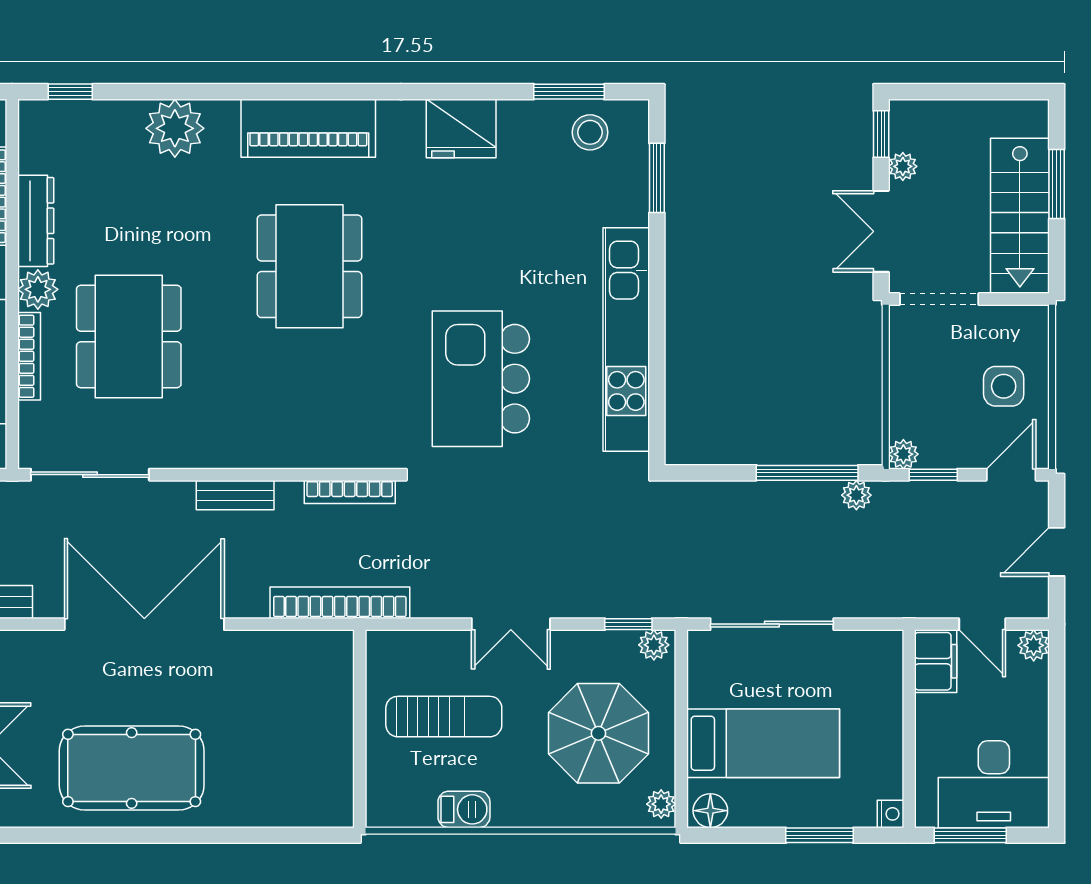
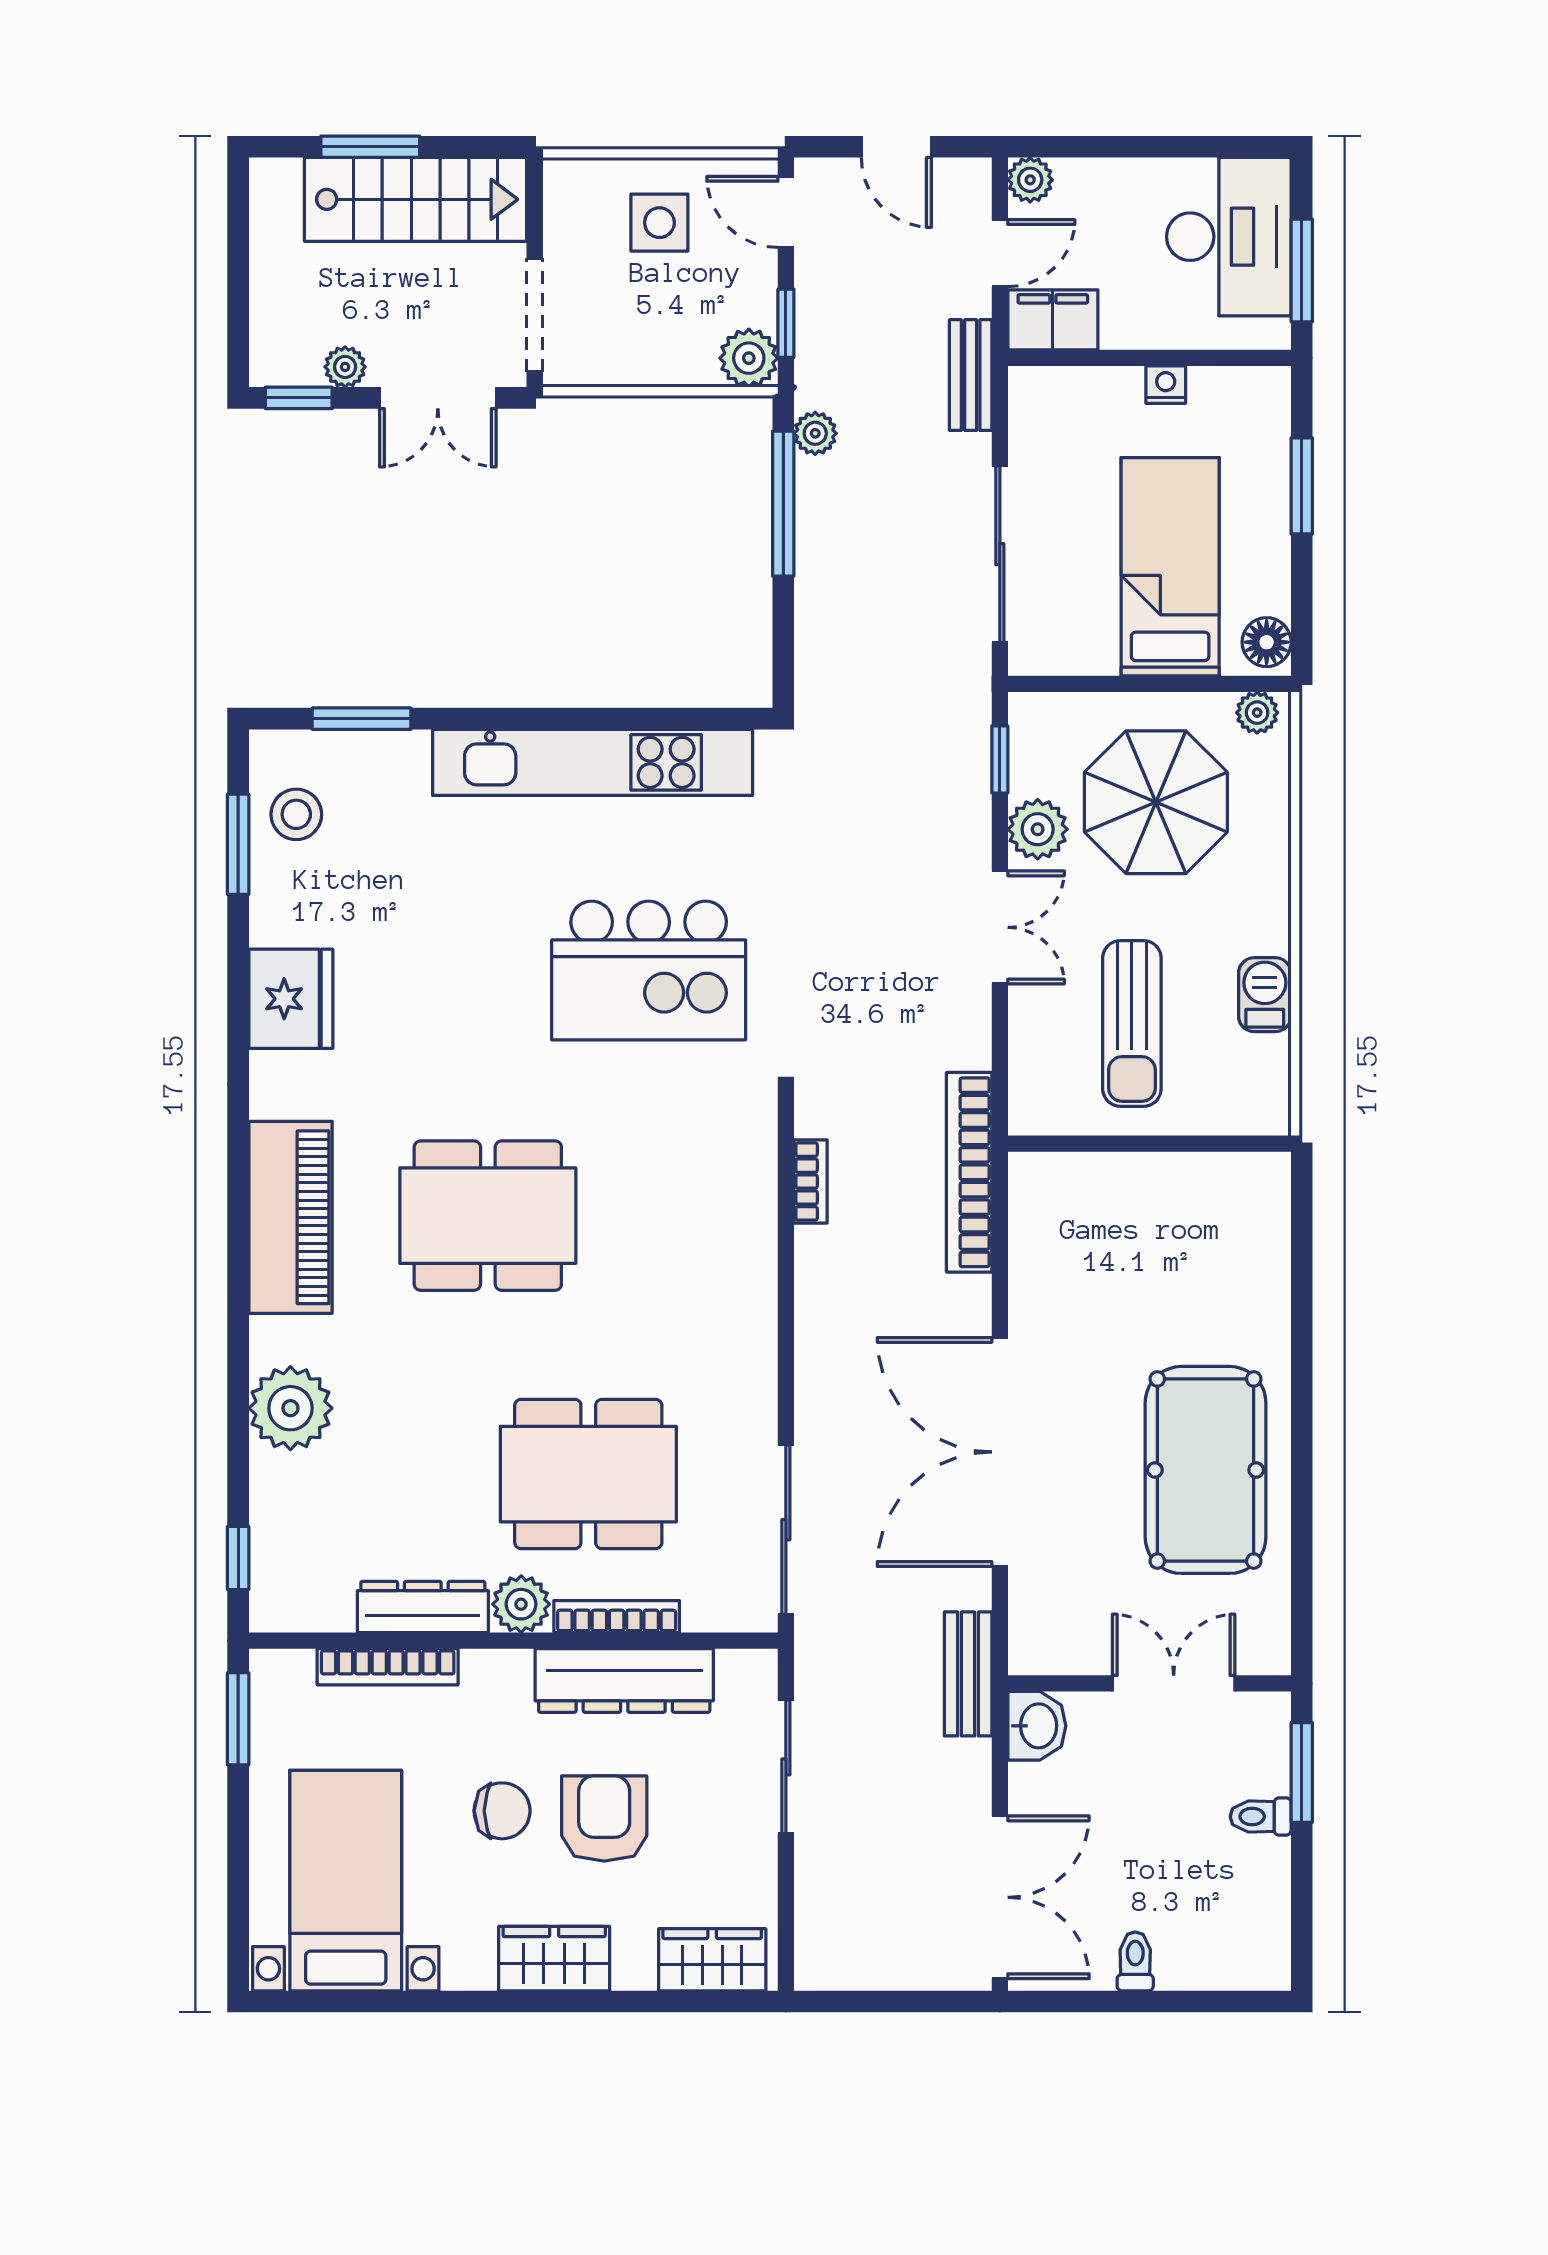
plant: (903, 454) -> (749, 358), width x1.38, depth x1.38
bookcase: (350, 492) -> (811, 1182), width x0.64
bench: (235, 495) -> (971, 375), moved
plant: (654, 645) -> (1038, 829), moved, width x1.38, depth x1.38
sun lounger: (444, 717) -> (1132, 1023), turned 180
nightstand: (890, 814) -> (1166, 385), moved

